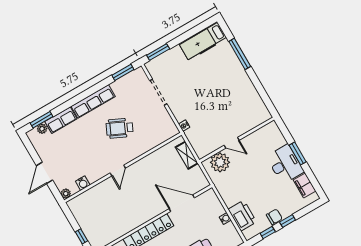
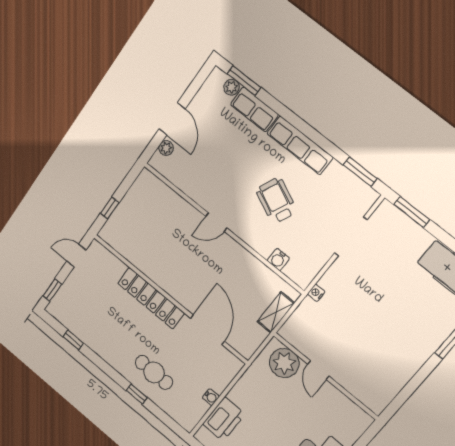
door: (45, 173) -> (172, 119), swing flipped
water cooler: (83, 183) -> (278, 259), moved
plant: (66, 194) -> (166, 148), moved

